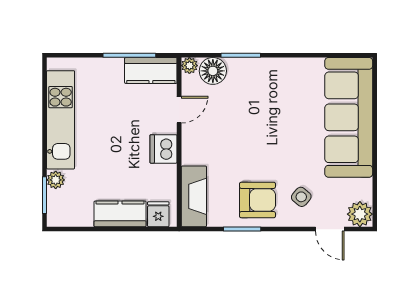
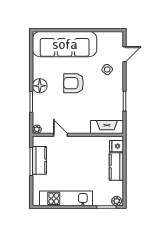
kitchen counter: (151, 70) -> (39, 160), moved
floor lamp: (213, 71) -> (40, 86), moved
dishwasher: (164, 149) -> (82, 143), removed
plant: (56, 180) -> (117, 201), moved
armchair: (257, 200) -> (74, 83), moved, turned -90
plant: (360, 214) -> (116, 38), removed

